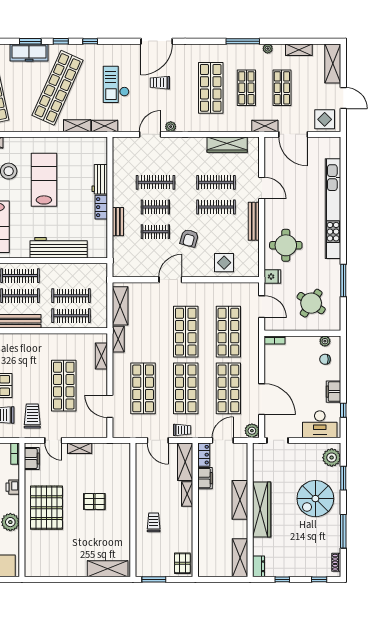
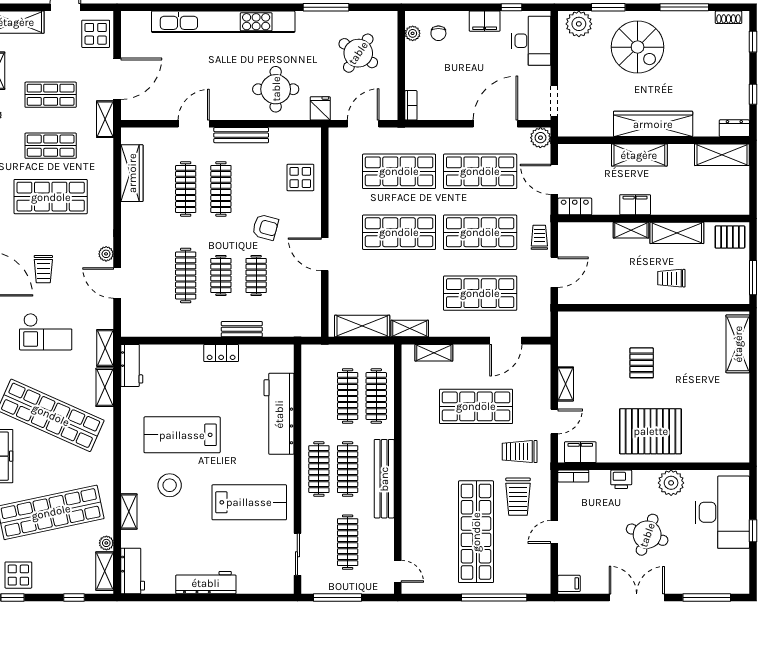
workbench: (100, 179) -> (132, 365), moved, turned -90
shelving: (185, 462) -> (677, 233), moved
filing cabinet: (205, 478) -> (635, 205), moved

